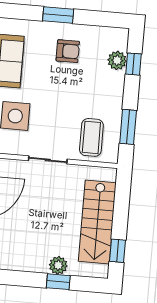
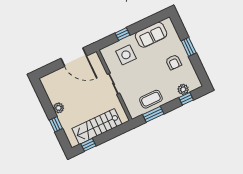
coffee table: (91, 137) -> (151, 99), moved
plant: (58, 265) -> (59, 108), moved

